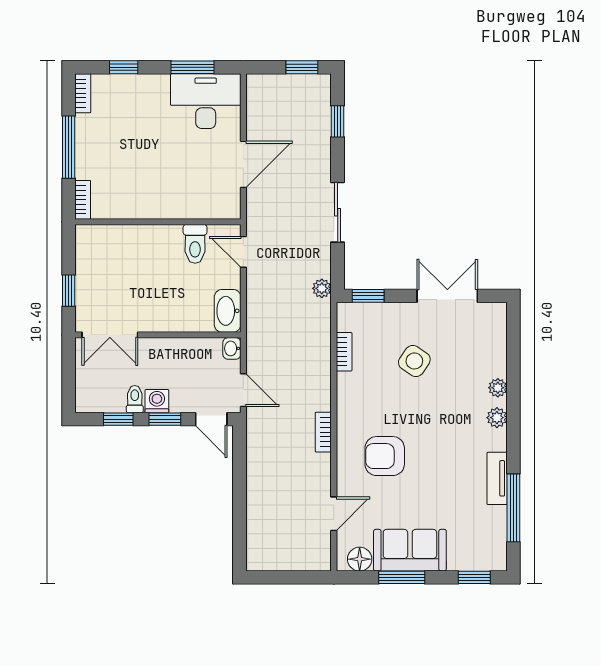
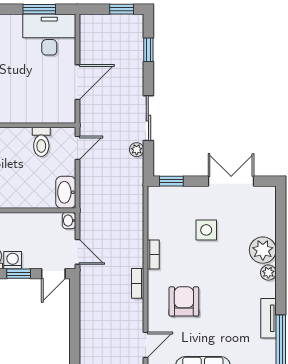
door: (243, 252) -> (78, 148), swing flipped
plant: (322, 288) -> (137, 150), moved
bookcase: (344, 352) -> (153, 255), moved
side table: (414, 361) -> (206, 230), turned -34
plant: (498, 388) -> (263, 250), width x1.87, depth x1.87
door: (211, 419) -> (53, 274), hinge flipped
armchair: (385, 456) -> (184, 301), turned 90

